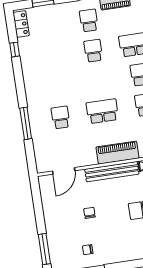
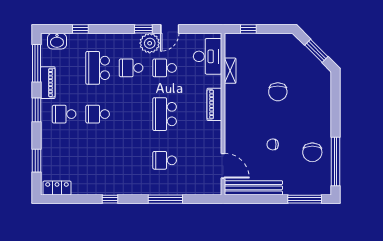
window: (15, 50) -> (110, 199), moved
piano: (117, 153) -> (214, 104), width x0.73, depth x0.75
bench: (112, 172) -> (253, 188), moved, turned 90
chair: (88, 250) -> (312, 152), width x1.87, depth x1.87

